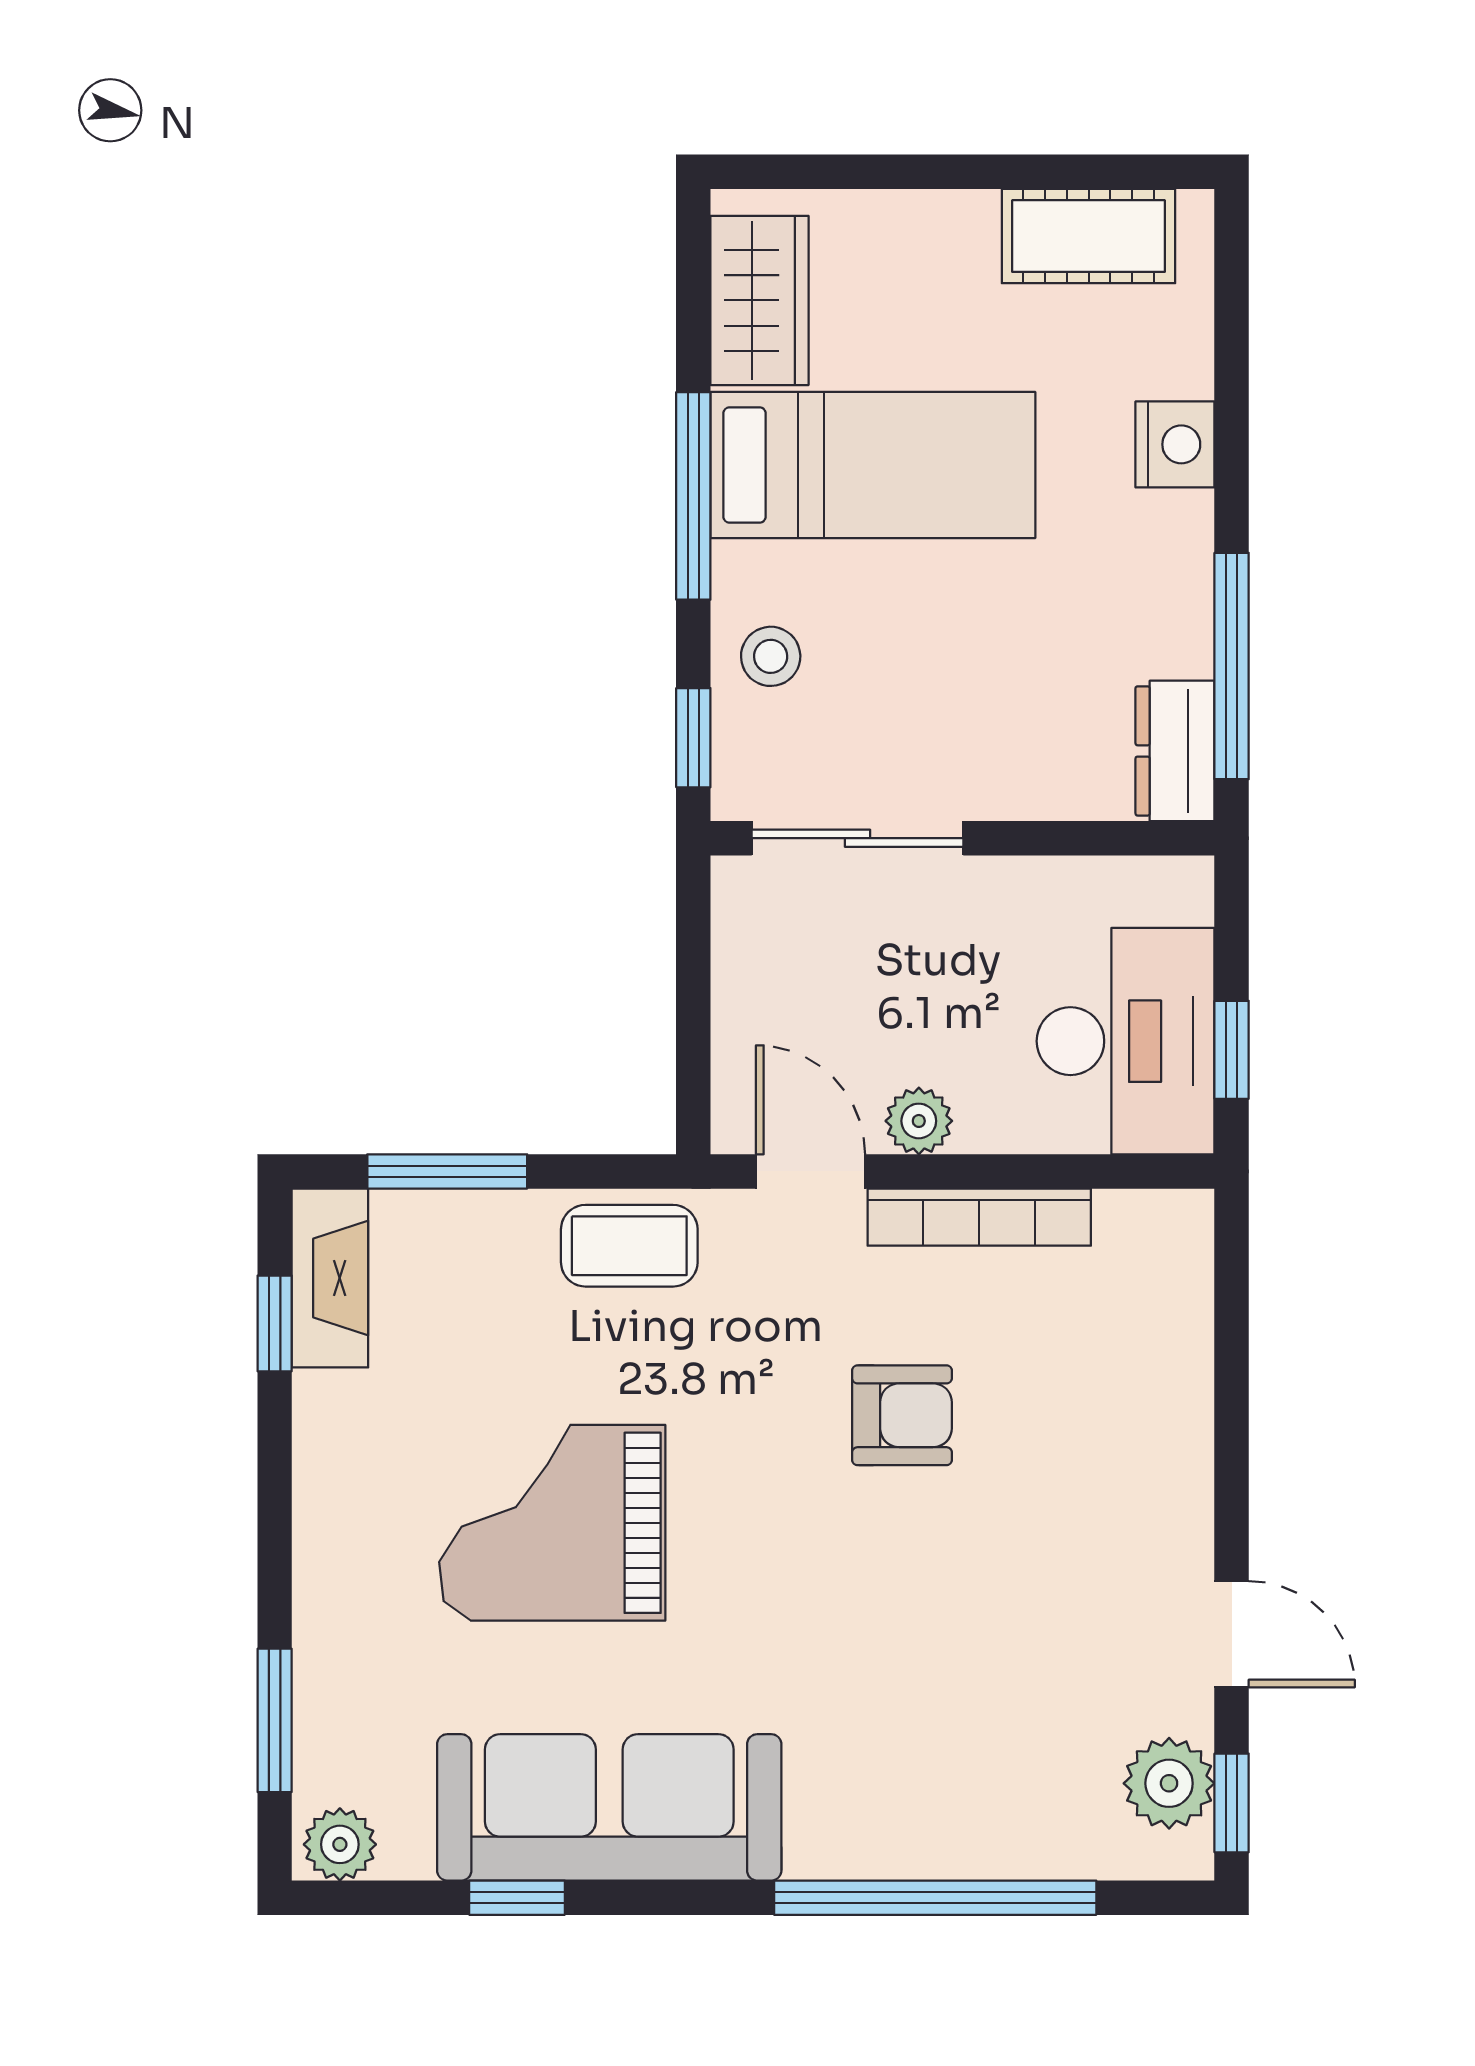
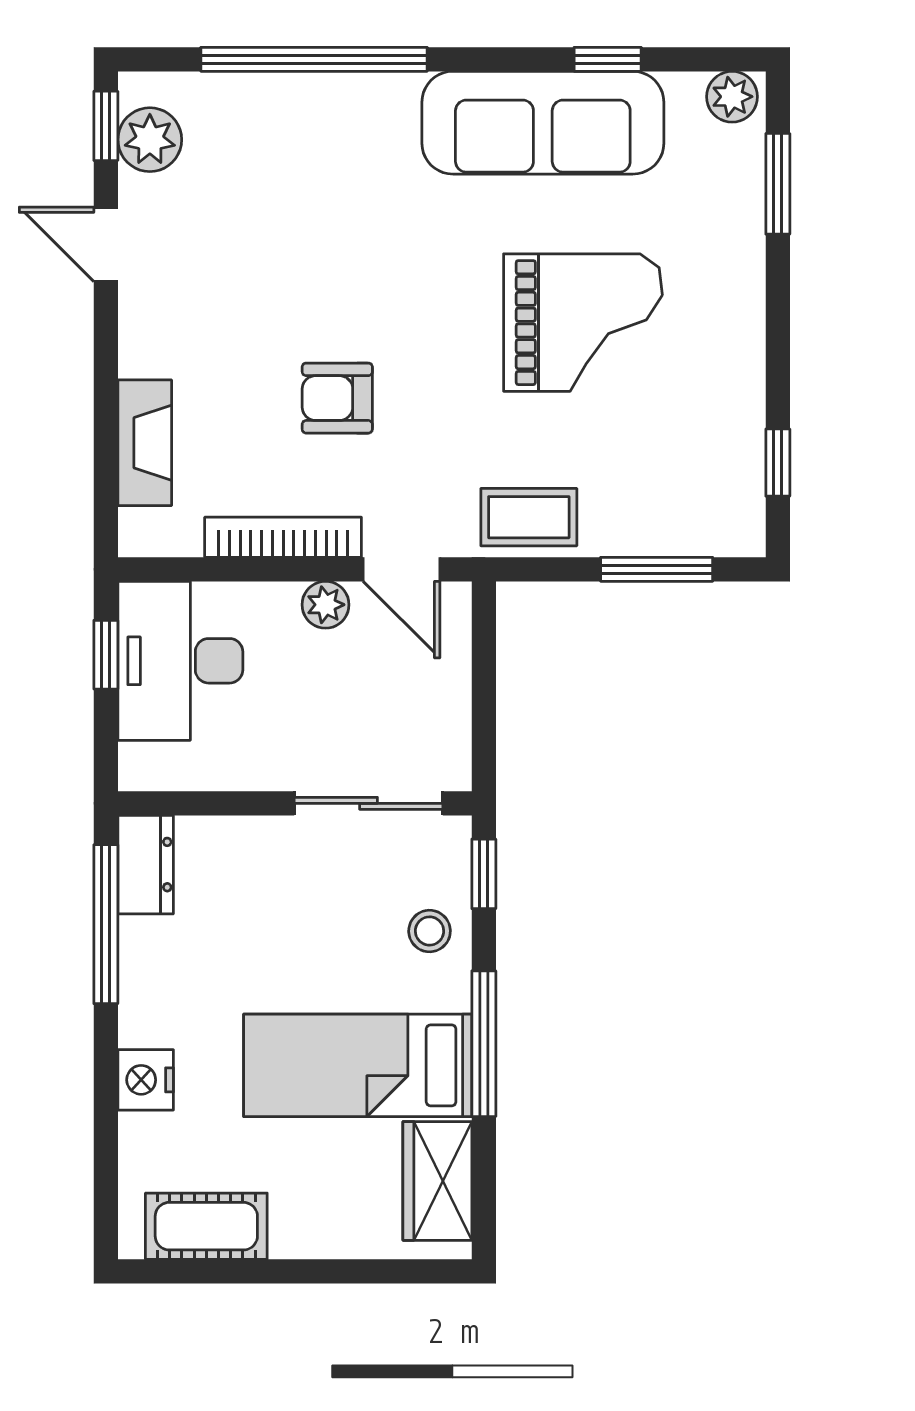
fireplace: (330, 1278) -> (145, 443), moved, turned 180

